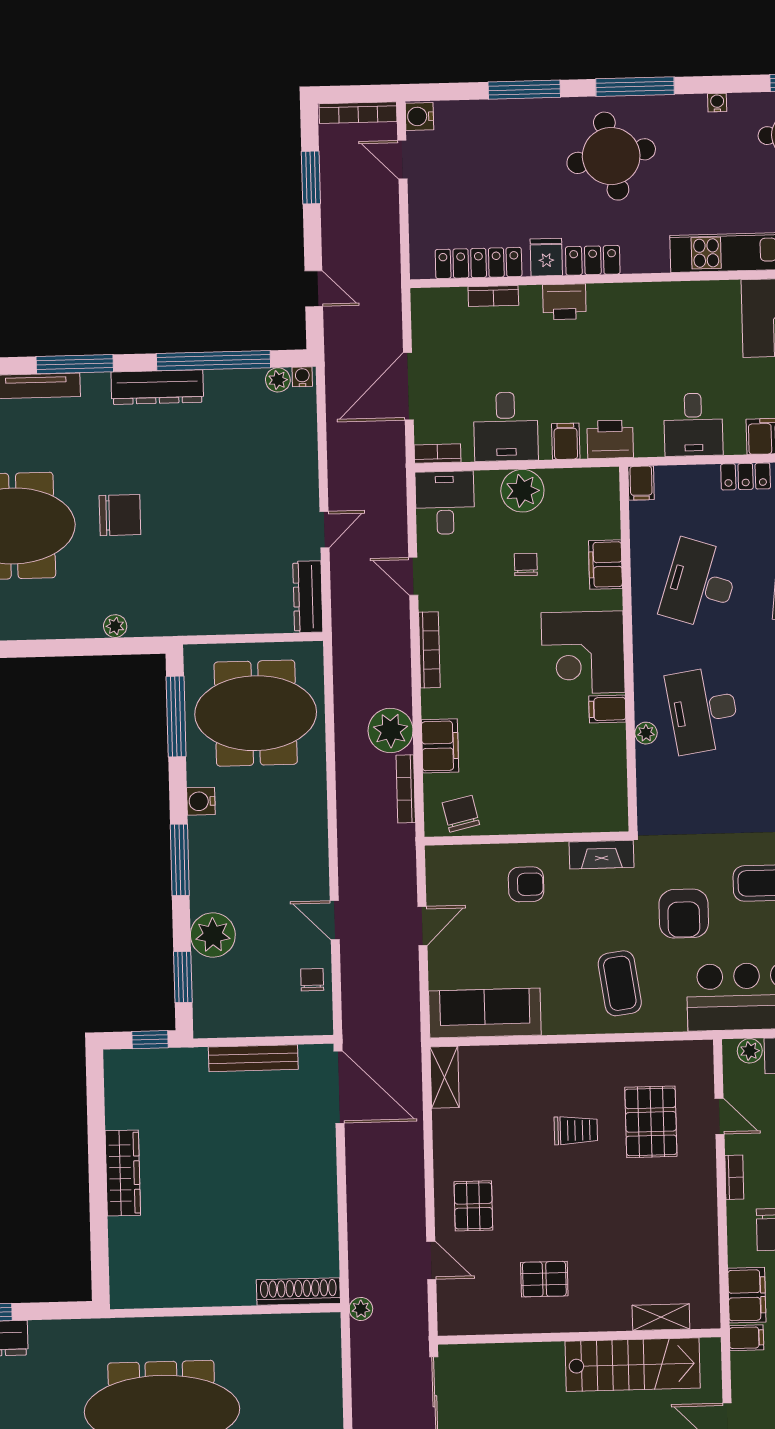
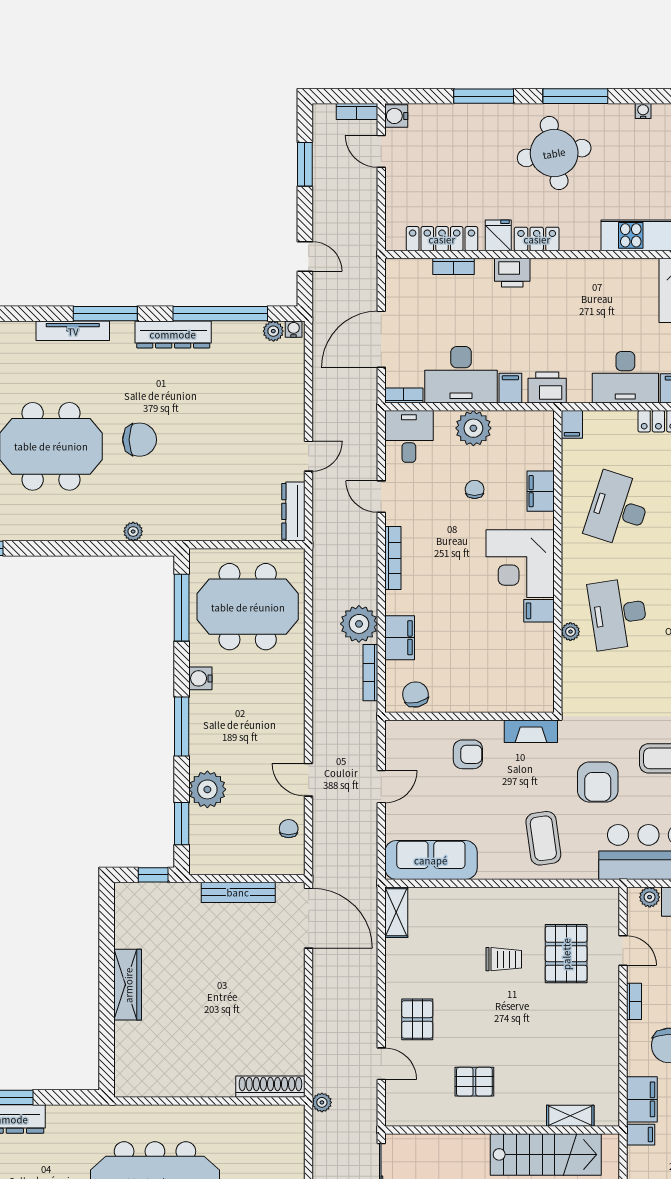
bookcase: (358, 113) -> (357, 111), width x0.64
desk: (693, 425) -> (625, 377), width x1.37
desk: (506, 427) -> (461, 375), width x1.37

